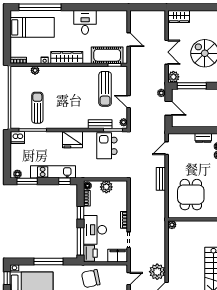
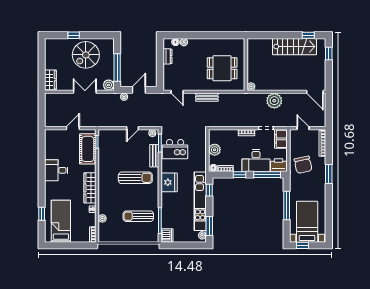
window: (40, 7) -> (42, 214), width x0.32
sun lounger: (105, 89) -> (135, 178), moved
kitchen unit: (53, 172) -> (200, 201), width x1.36
plant: (157, 272) -> (274, 101), moved

